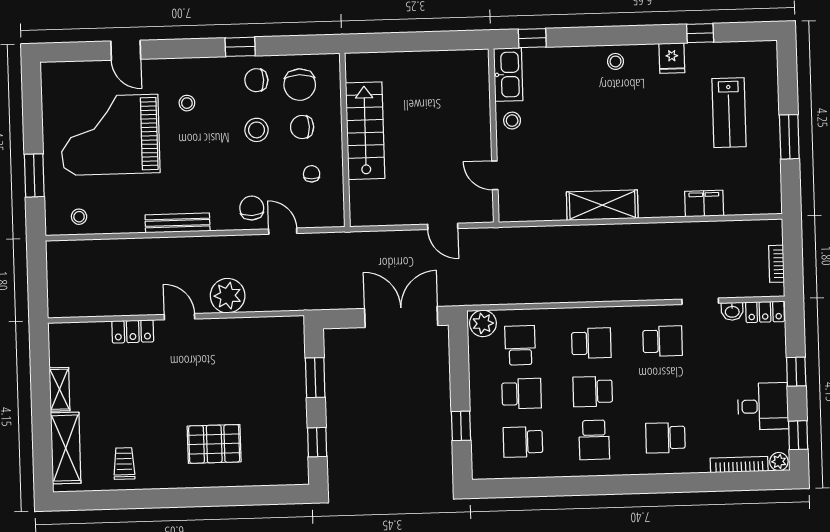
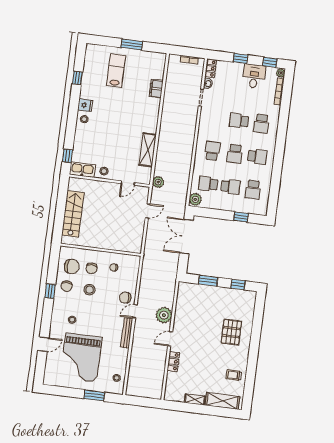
fridge: (672, 58) -> (85, 105), moved
lab bench: (729, 113) -> (116, 70), turned -90
stairs: (365, 131) -> (73, 214), moved, turned 90
shelving: (602, 205) -> (148, 150), moved
door: (283, 231) -> (135, 311), moved
plant: (507, 239) -> (158, 182), added
school desk: (663, 341) -> (239, 121), moved, turned -90
school desk: (522, 394) -> (231, 187), turned 90

